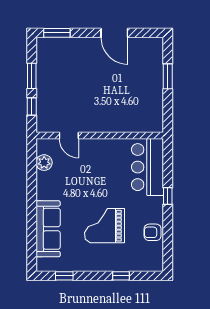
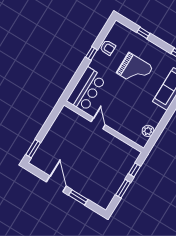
window: (57, 33) -> (78, 197), moved
window: (168, 76) -> (33, 149), moved
door: (69, 136) -> (98, 123), moved
window: (168, 196) -> (91, 54), moved

